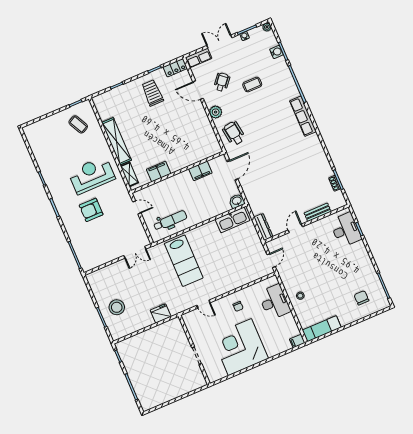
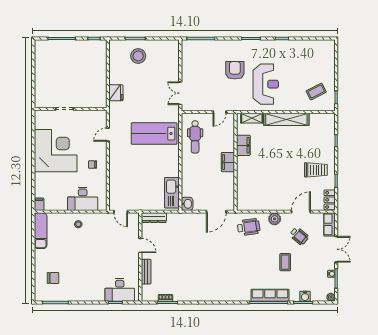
row of seats: (303, 116) -> (270, 295), moved
door: (232, 170) -> (216, 212), hinge flipped
filing cabinet: (200, 171) -> (228, 162), moved

